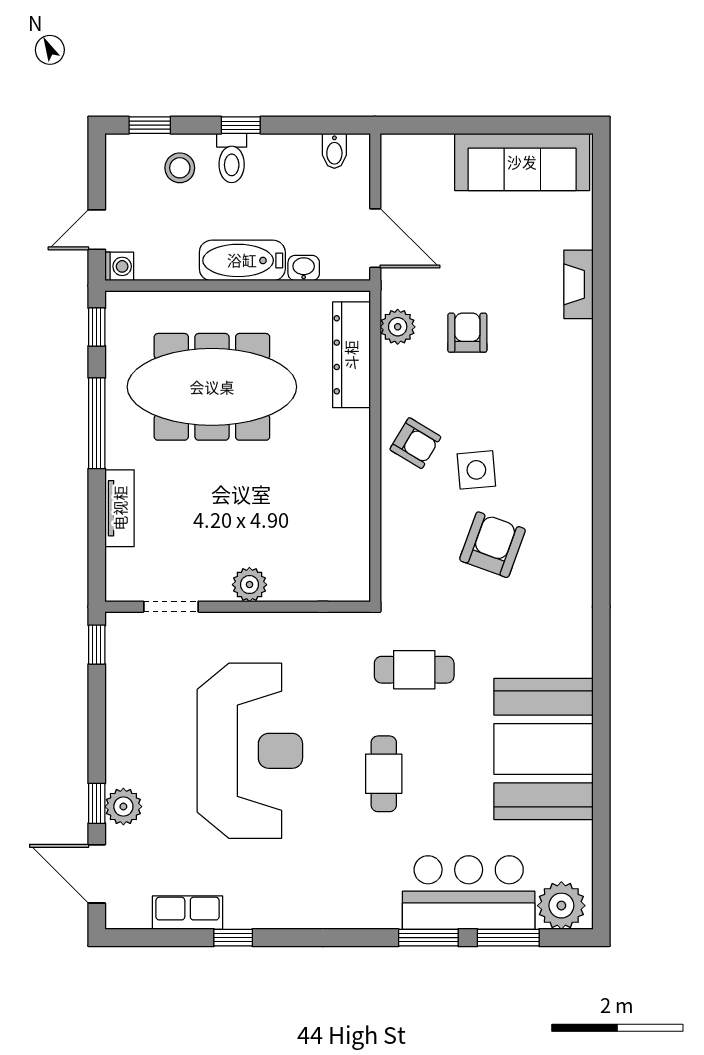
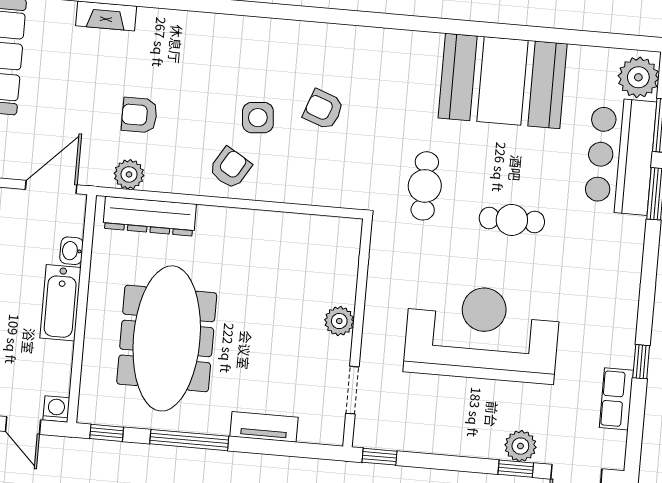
armchair: (492, 545) -> (323, 109), width x0.72, depth x0.72

